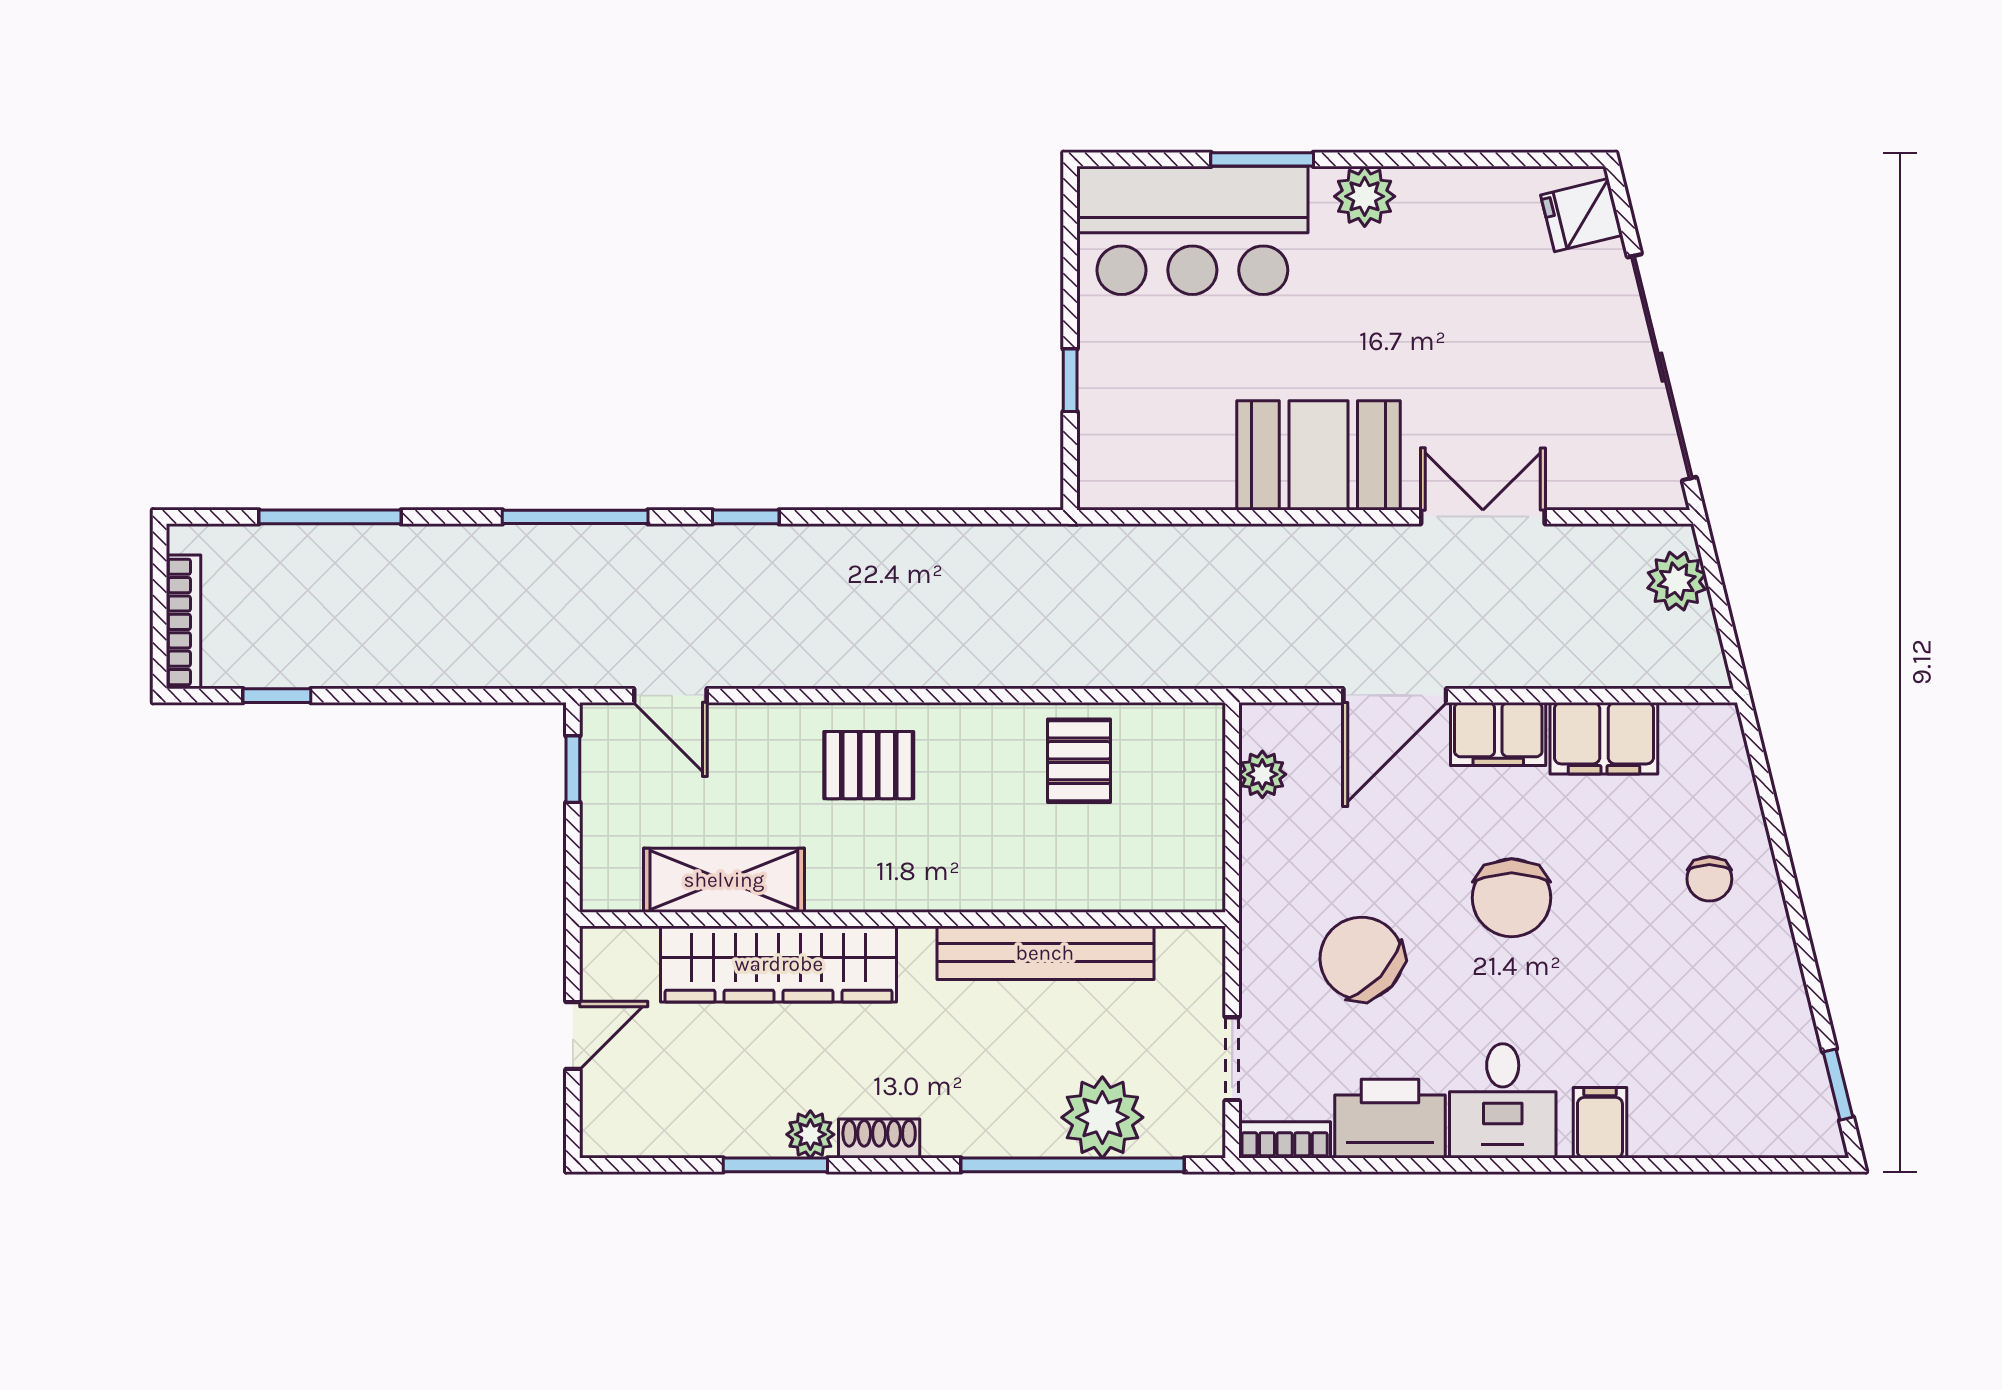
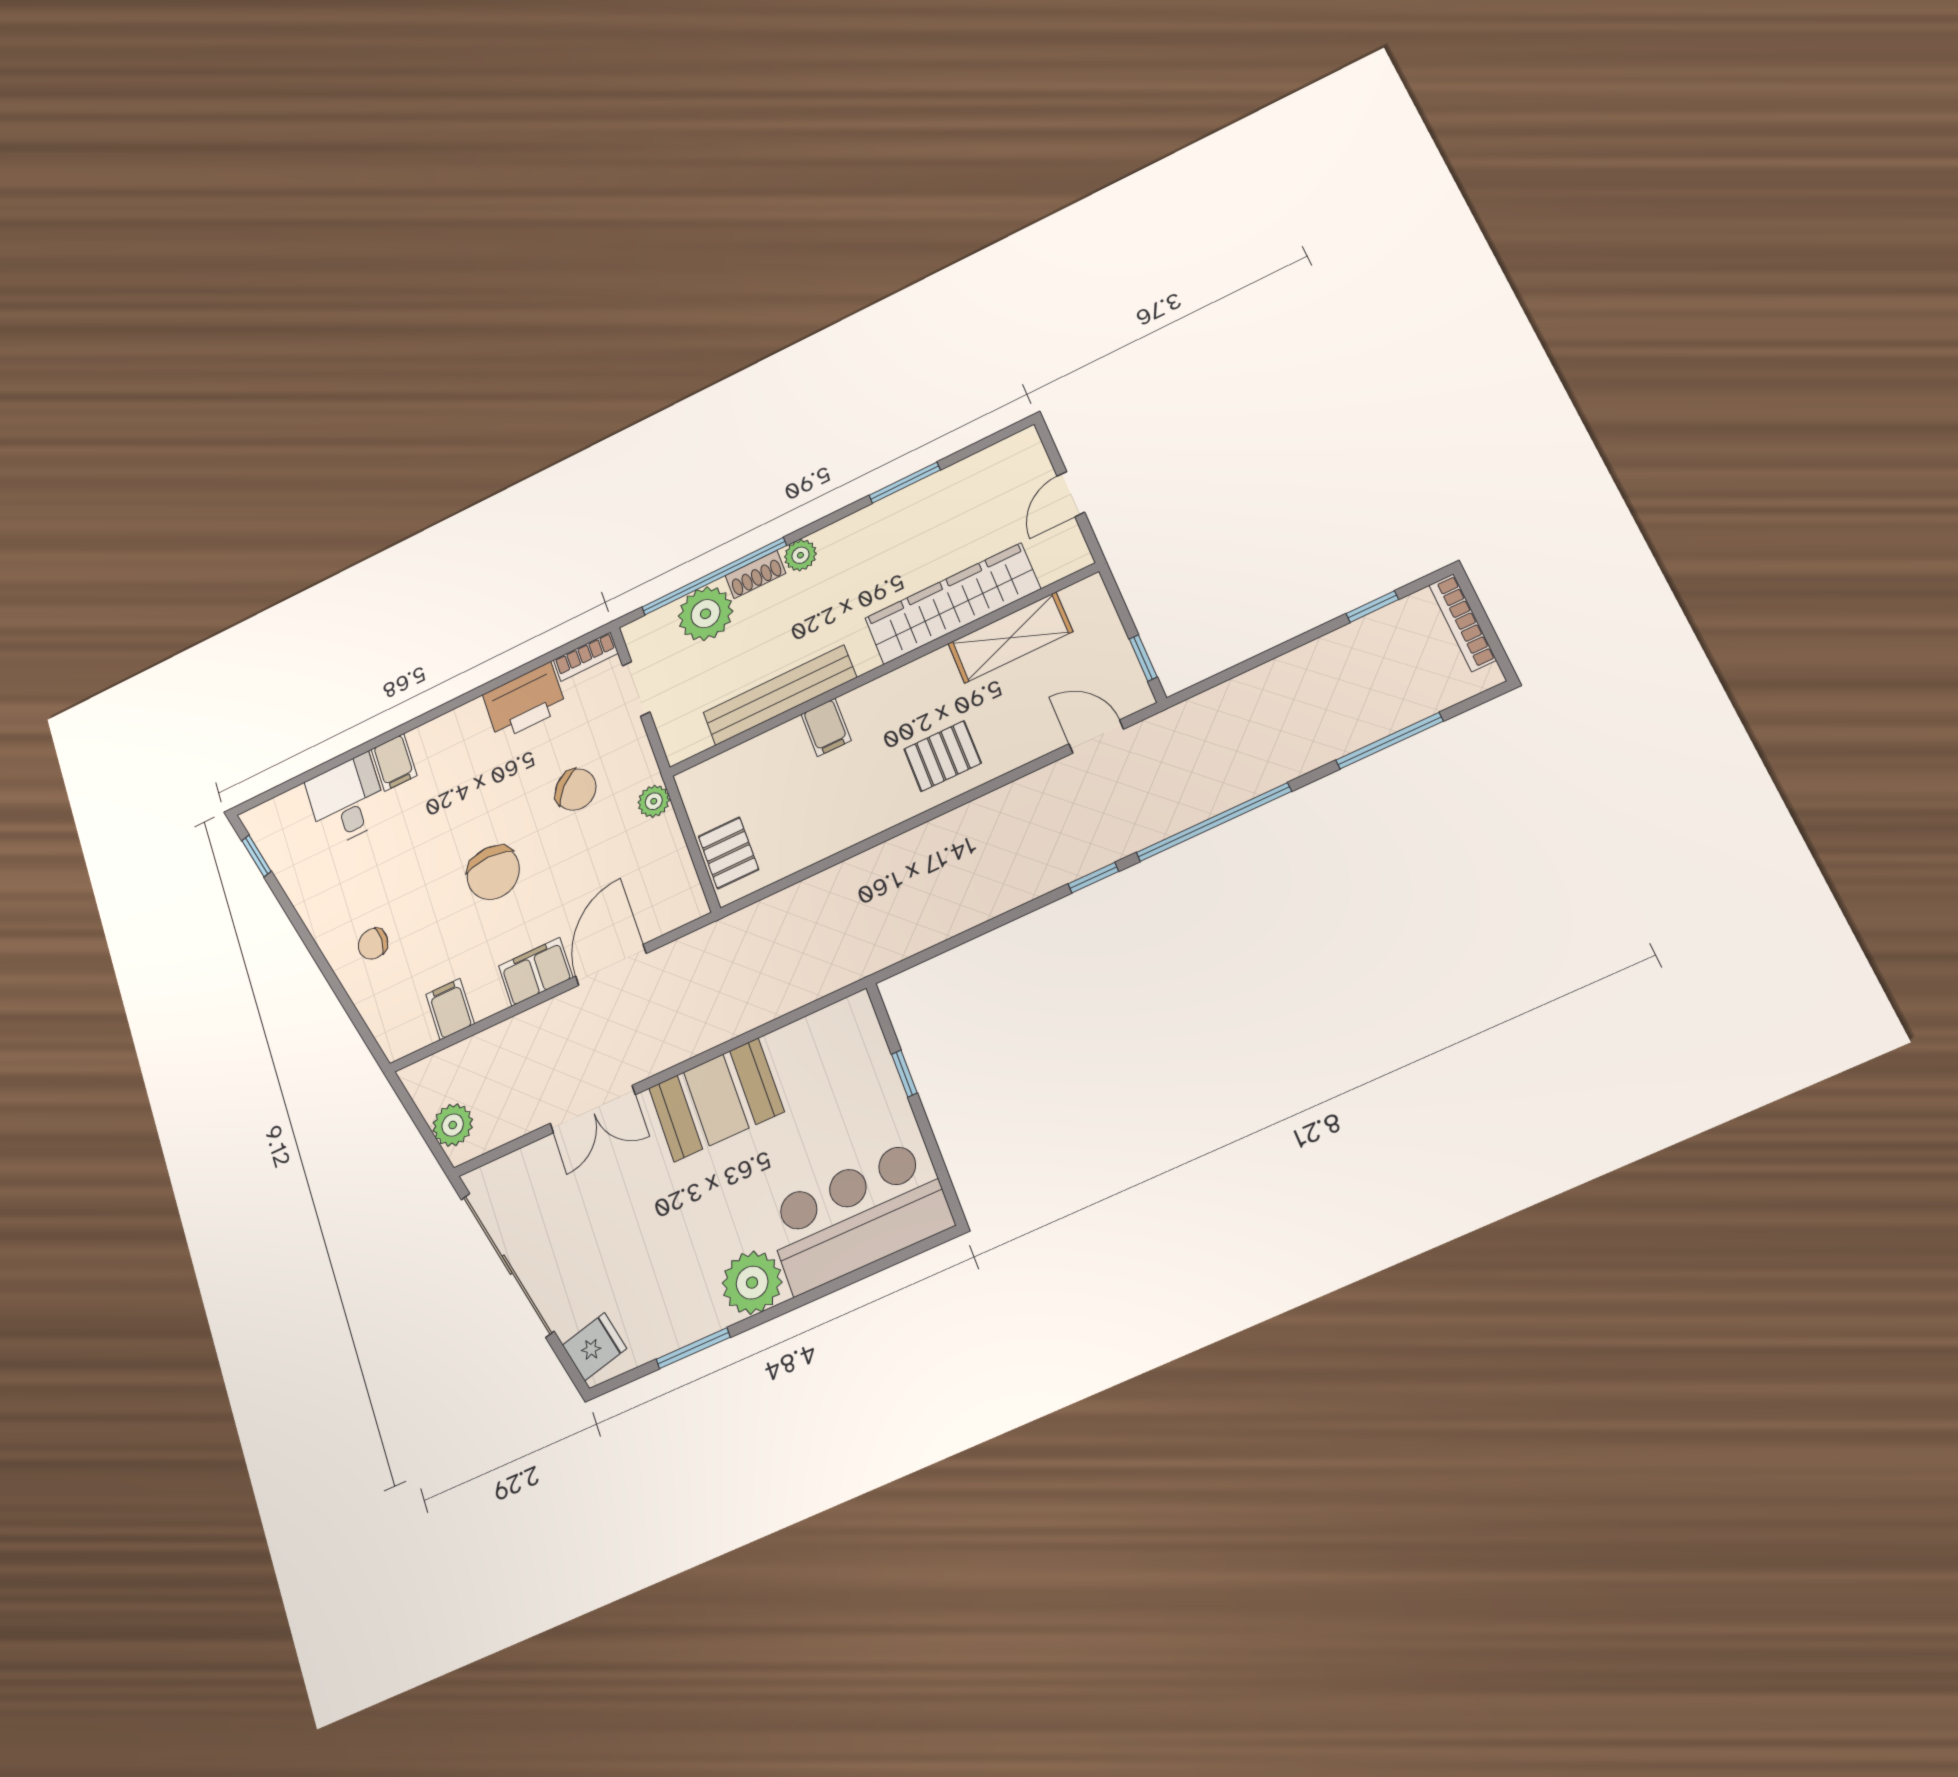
window: (1262, 159) -> (693, 1348), moved
plant: (1365, 196) -> (752, 1283), width x1.36, depth x1.36
window: (575, 517) -> (1214, 822), width x1.46
filing cabinet: (1604, 738) -> (450, 1009), width x0.50
pallet: (1079, 761) -> (728, 853), moved
plant: (1262, 774) -> (654, 801), moved
filing cabinet: (1002, 878) -> (826, 727), added
chair: (1709, 879) -> (373, 944), turned -90
chair: (1512, 898) -> (493, 873), turned 180
chair: (1361, 958) -> (576, 790), width x0.73, depth x0.73
desk: (1503, 1101) -> (347, 801), moved
plant: (810, 1134) -> (800, 555), moved
shoe rack: (879, 1138) -> (755, 574), moved

